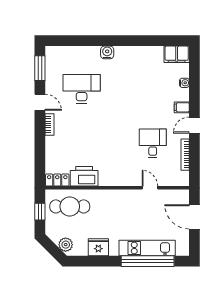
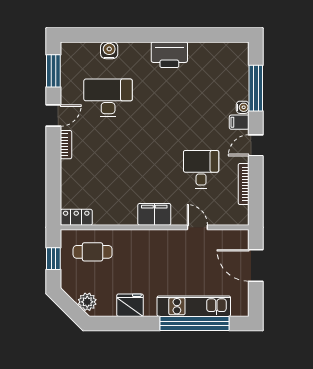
water cooler: (107, 52) -> (109, 50), moved
filing cabinet: (177, 54) -> (154, 214), moved, turned 180
window: (194, 81) -> (256, 88), added
water cooler: (184, 83) -> (243, 107), moved
door: (40, 102) -> (53, 116), hinge flipped
printer: (84, 176) -> (169, 55), moved, turned 180
cafe table: (70, 206) -> (93, 252), width x0.73, depth x0.74

